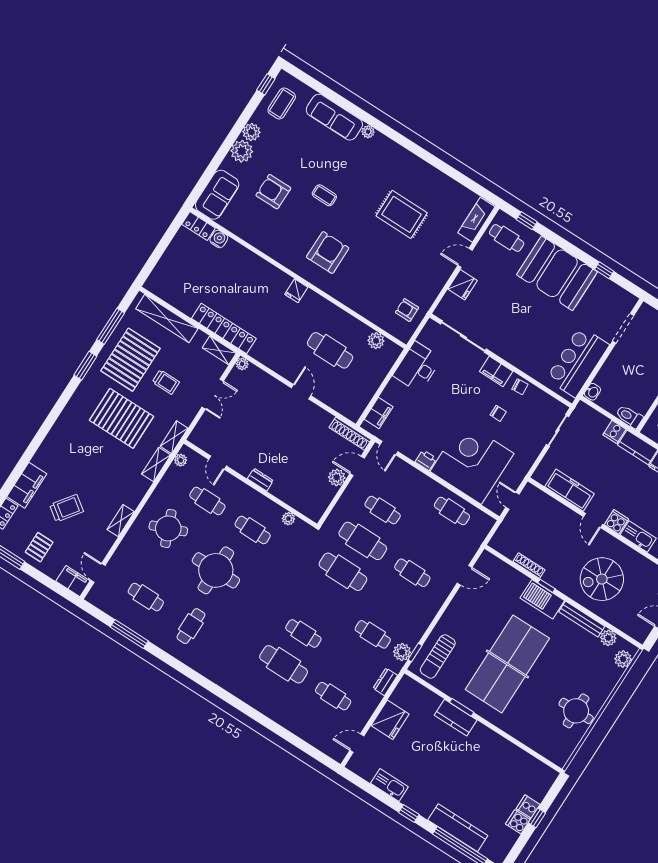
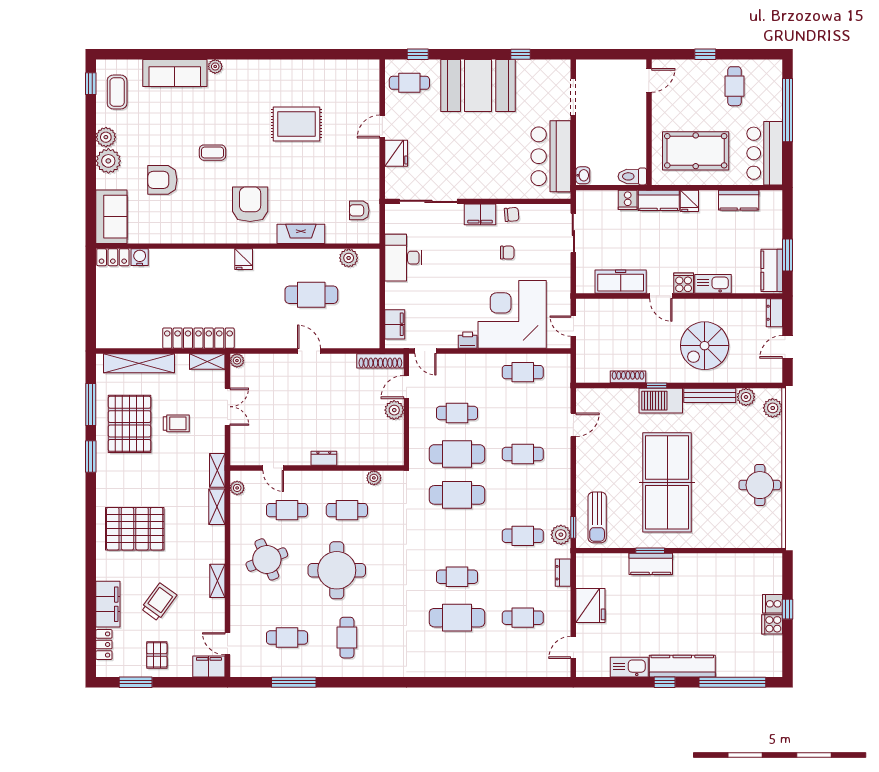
fireplace: (476, 220) -> (301, 234), moved, turned 90
pallet: (121, 418) -> (135, 529), moved
kitchen counter: (458, 828) -> (682, 666), moved

